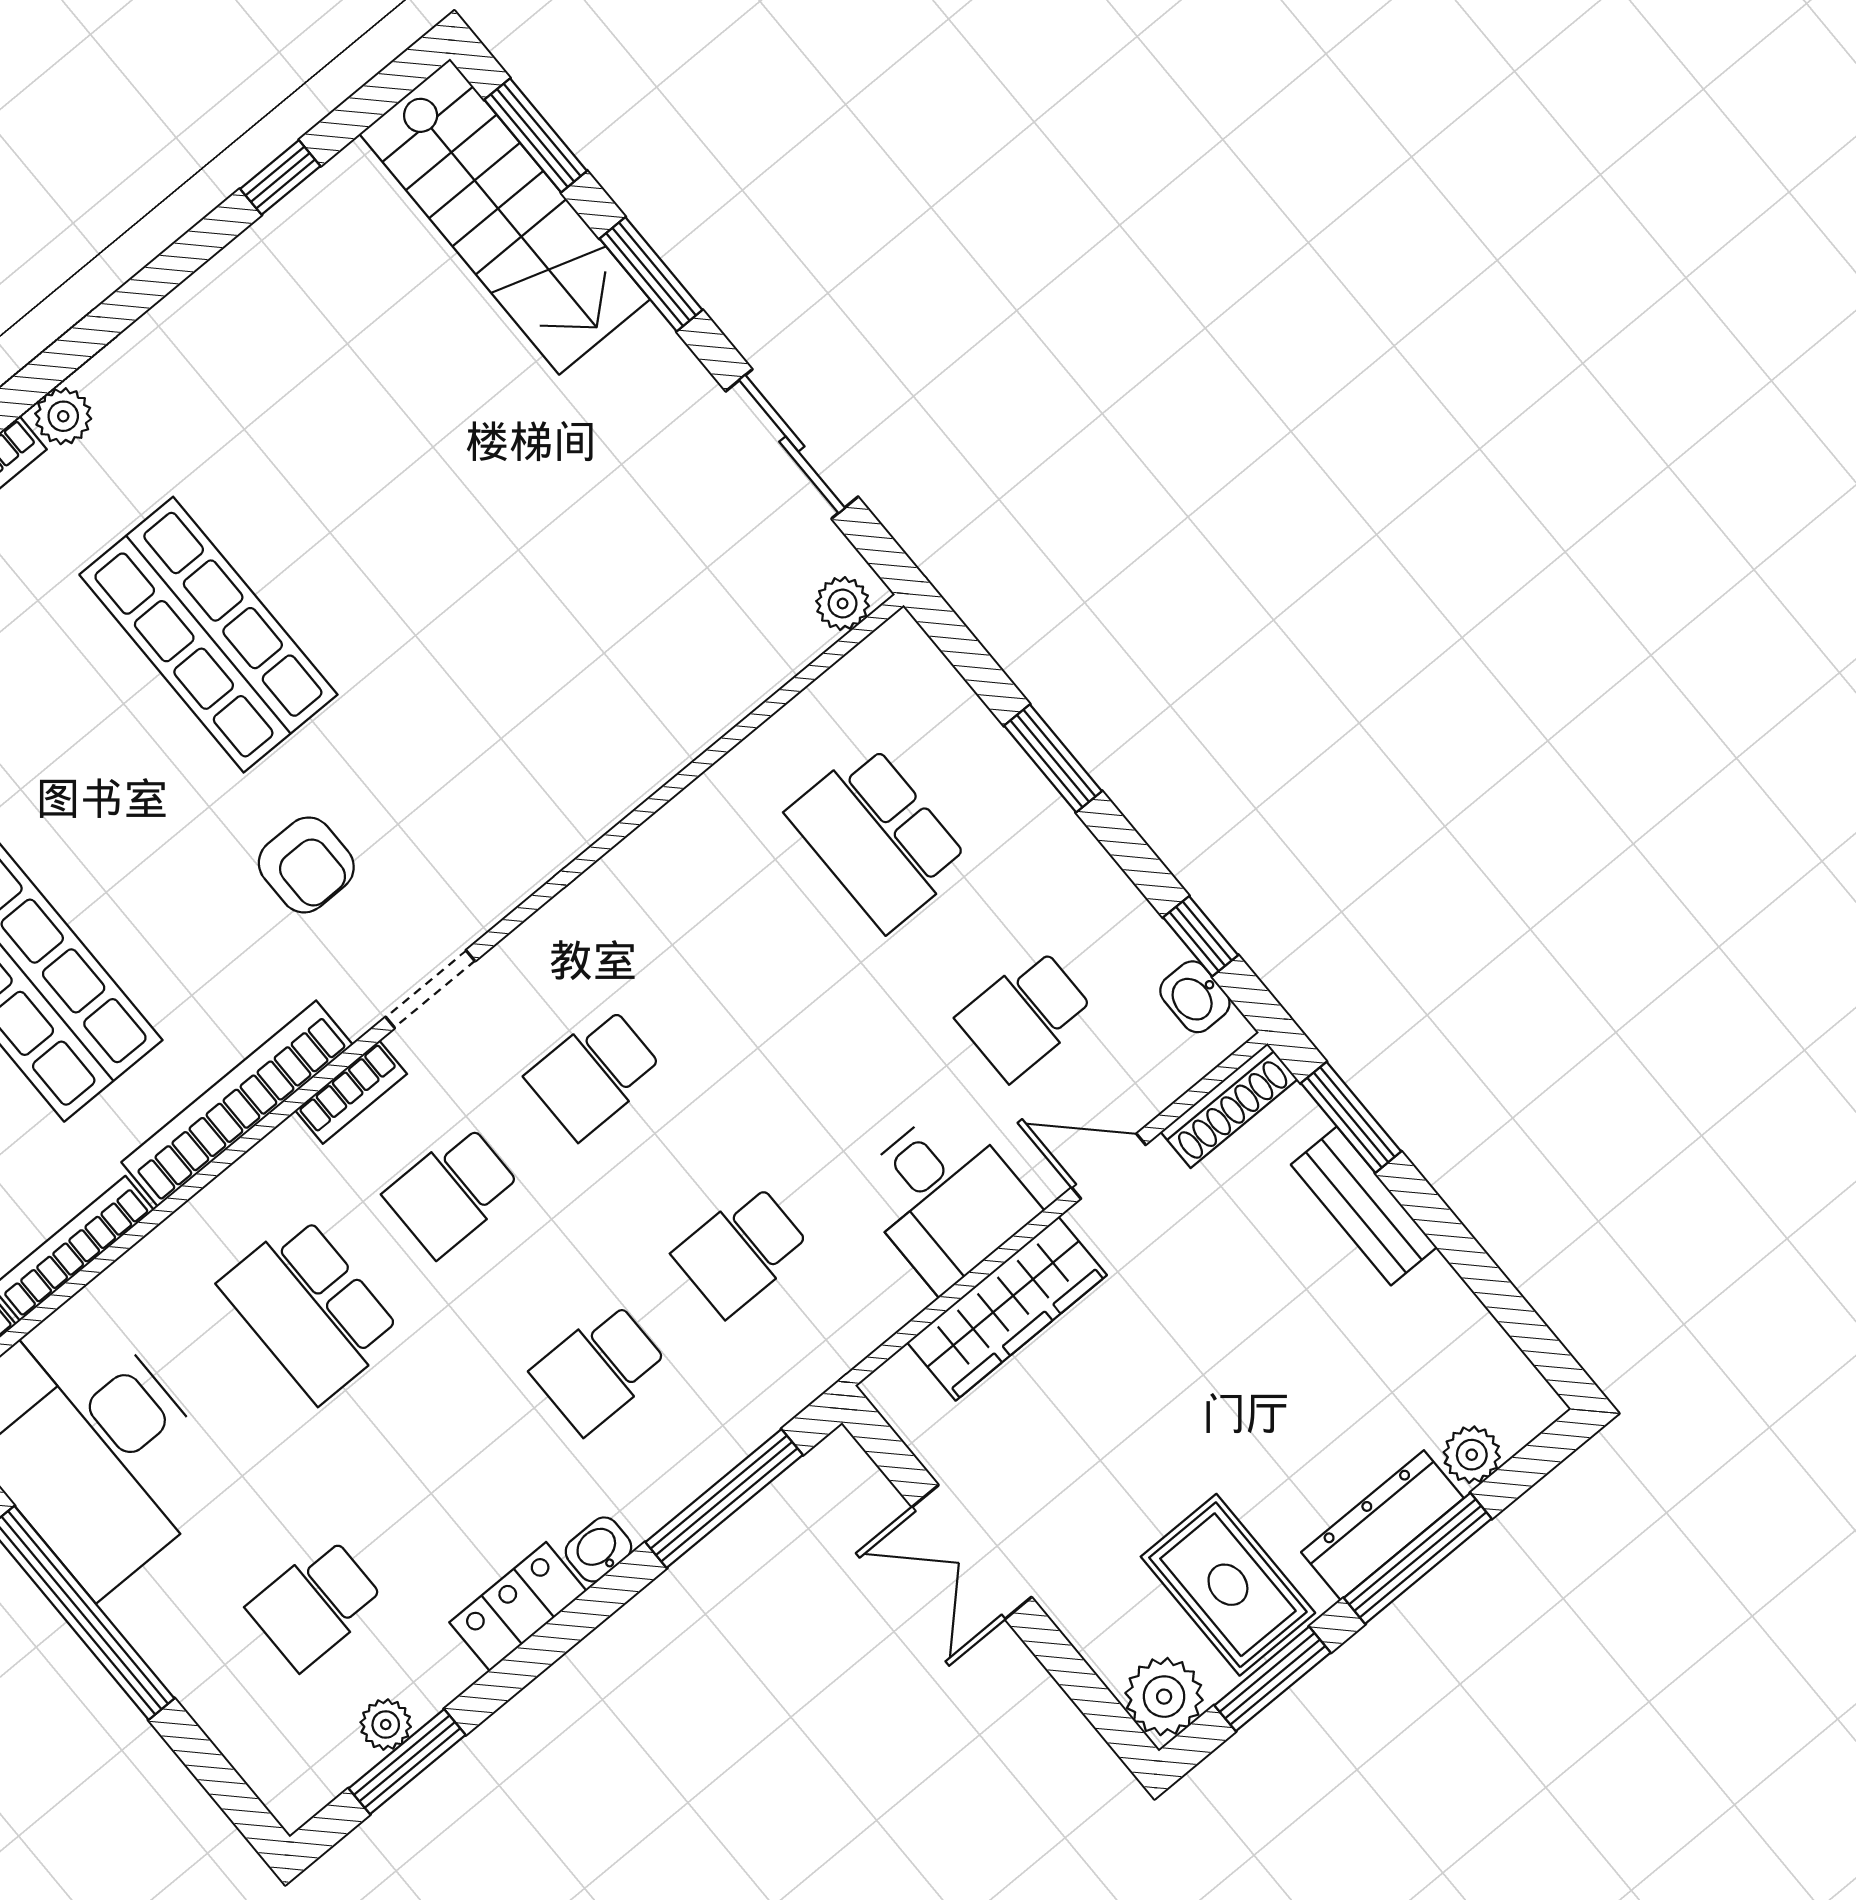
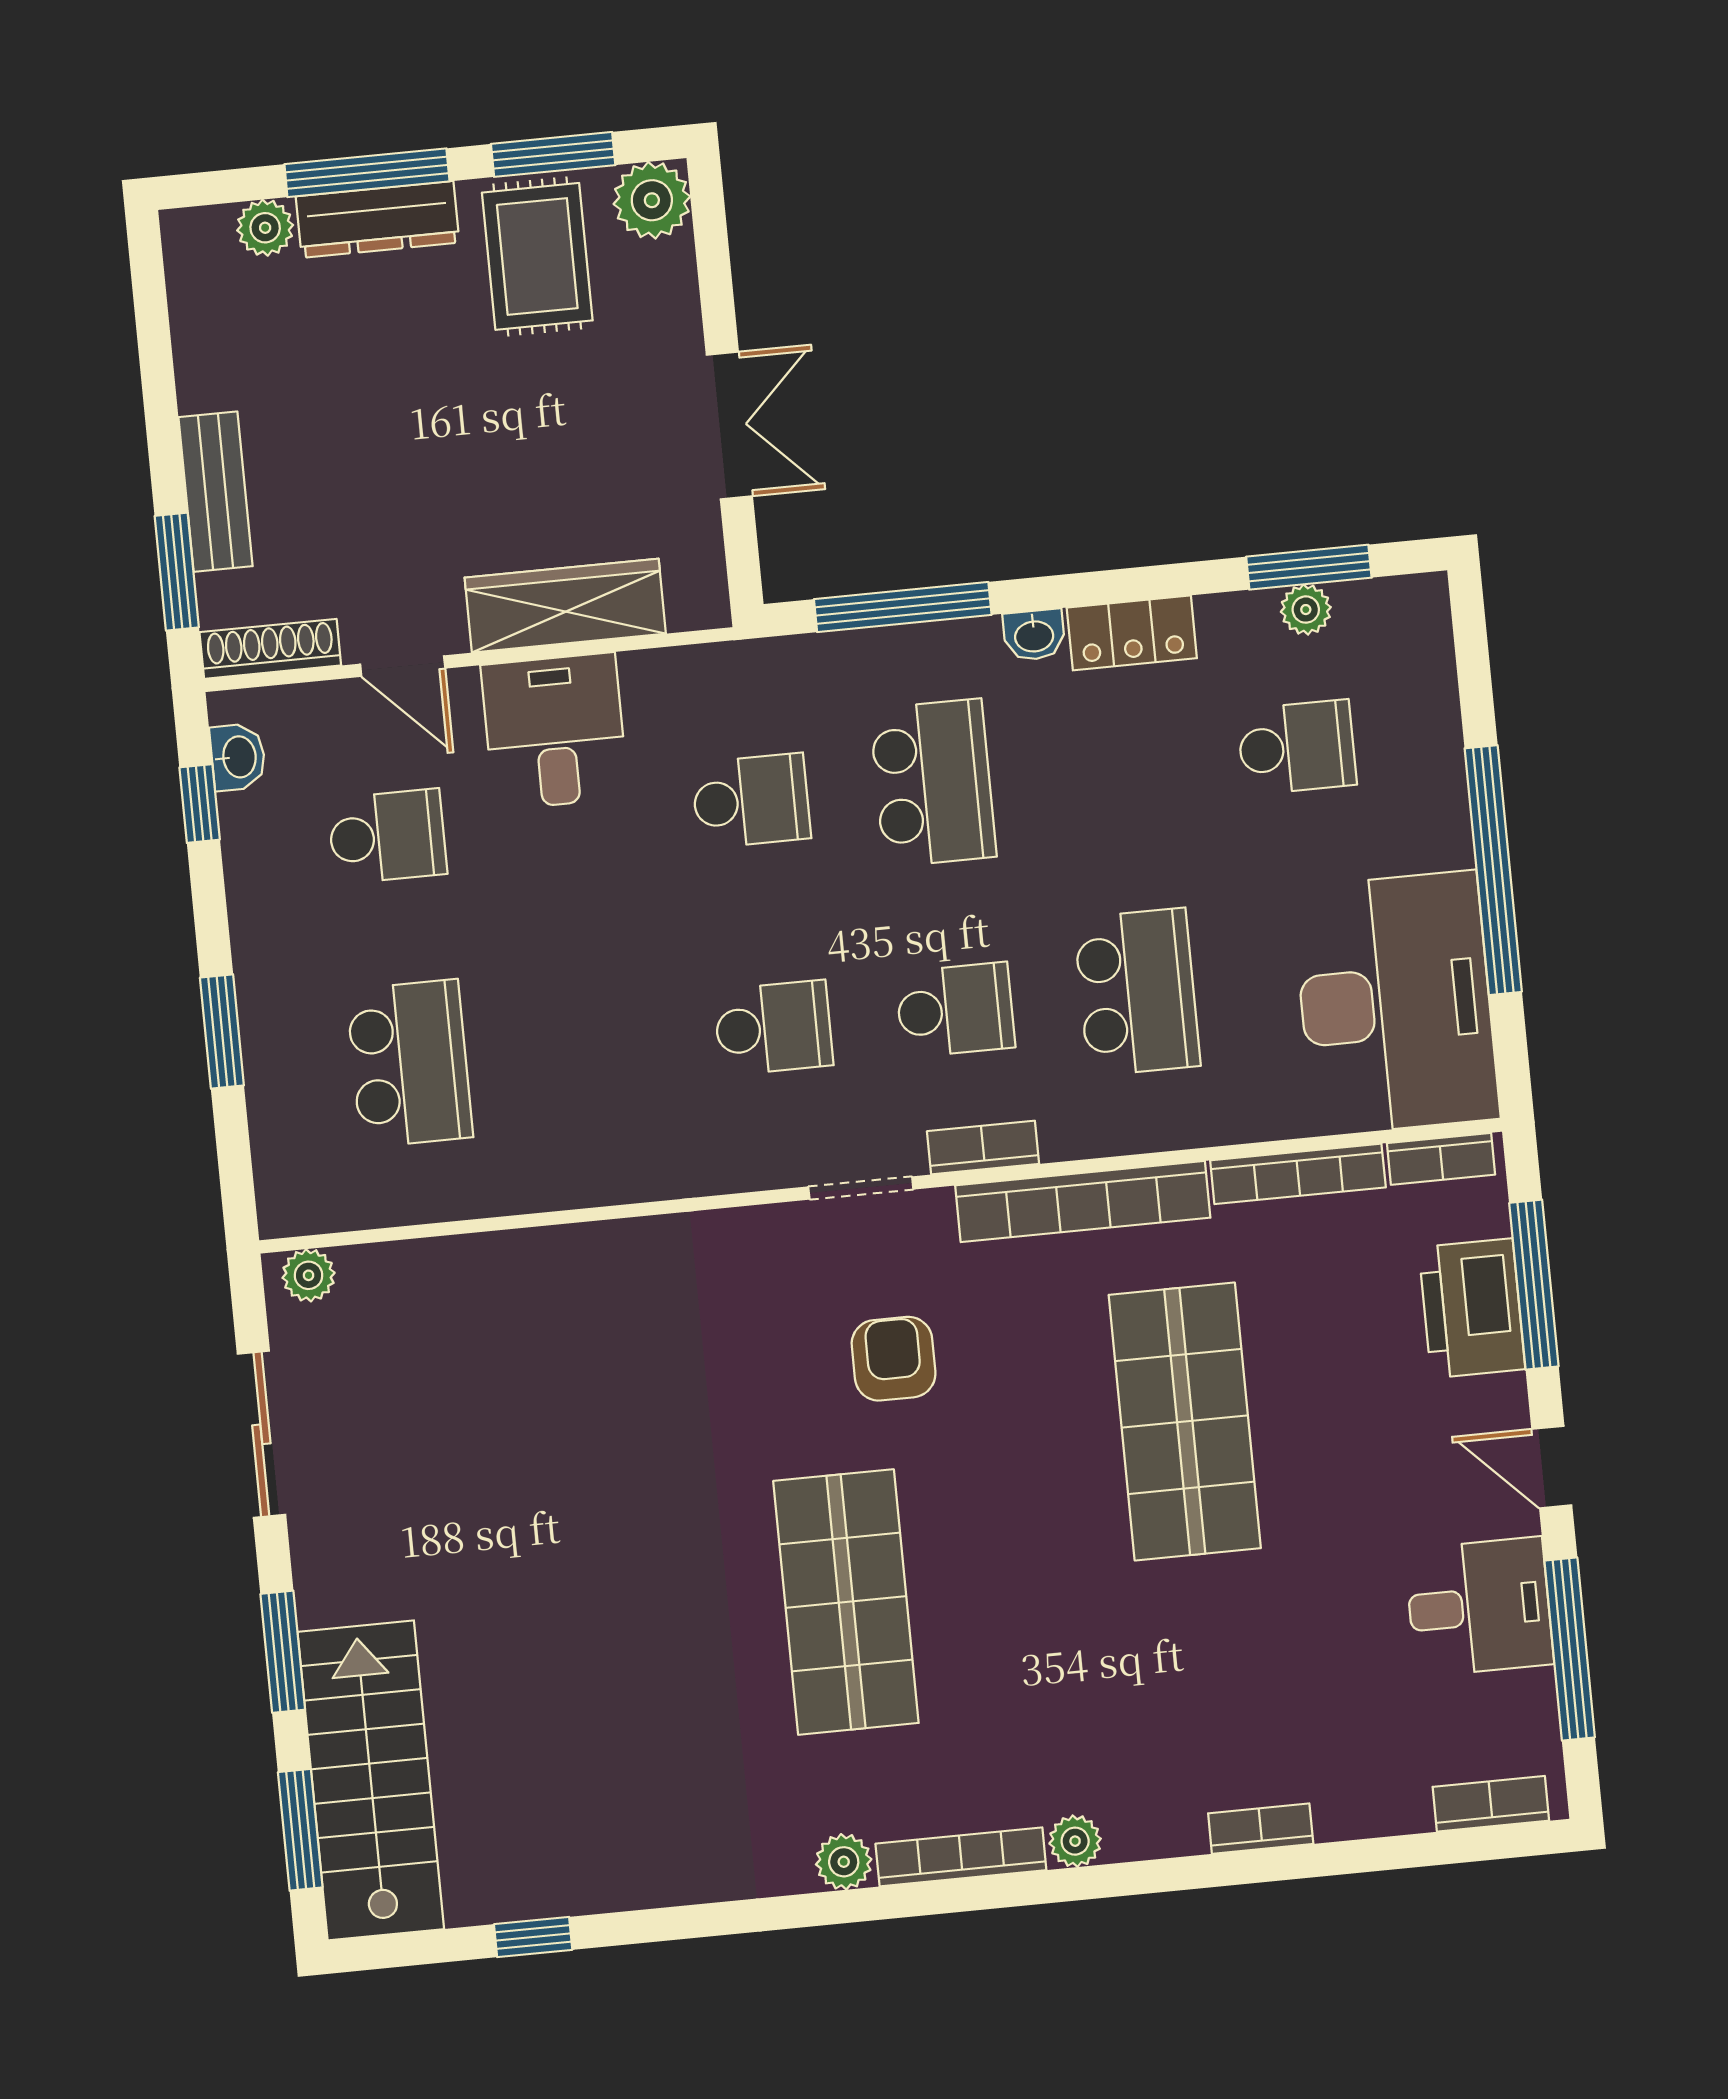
school desk: (599, 1369) -> (933, 783), width x1.85

